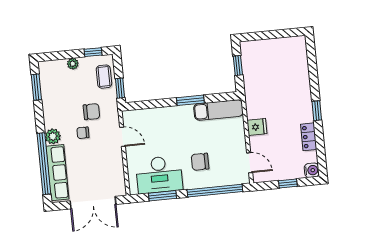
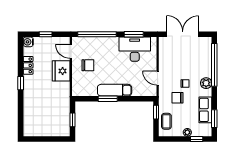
window: (93, 52) -> (197, 139), moved
exam couch: (218, 110) -> (115, 90), moved
fridge: (257, 127) -> (61, 71), width x1.88, depth x1.34
chair: (200, 162) -> (88, 65), moved
row of seats: (57, 173) -> (205, 110), moved, width x0.68

